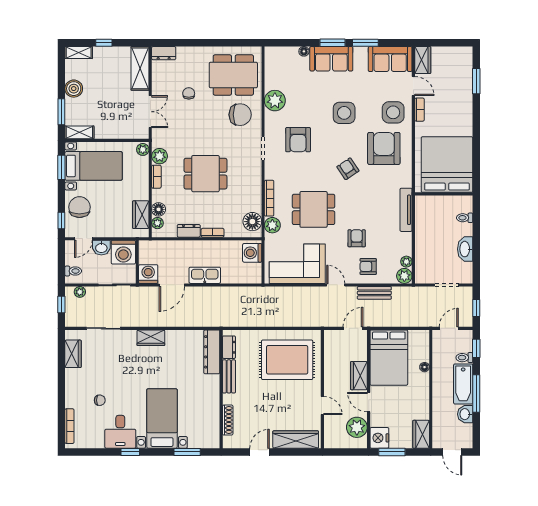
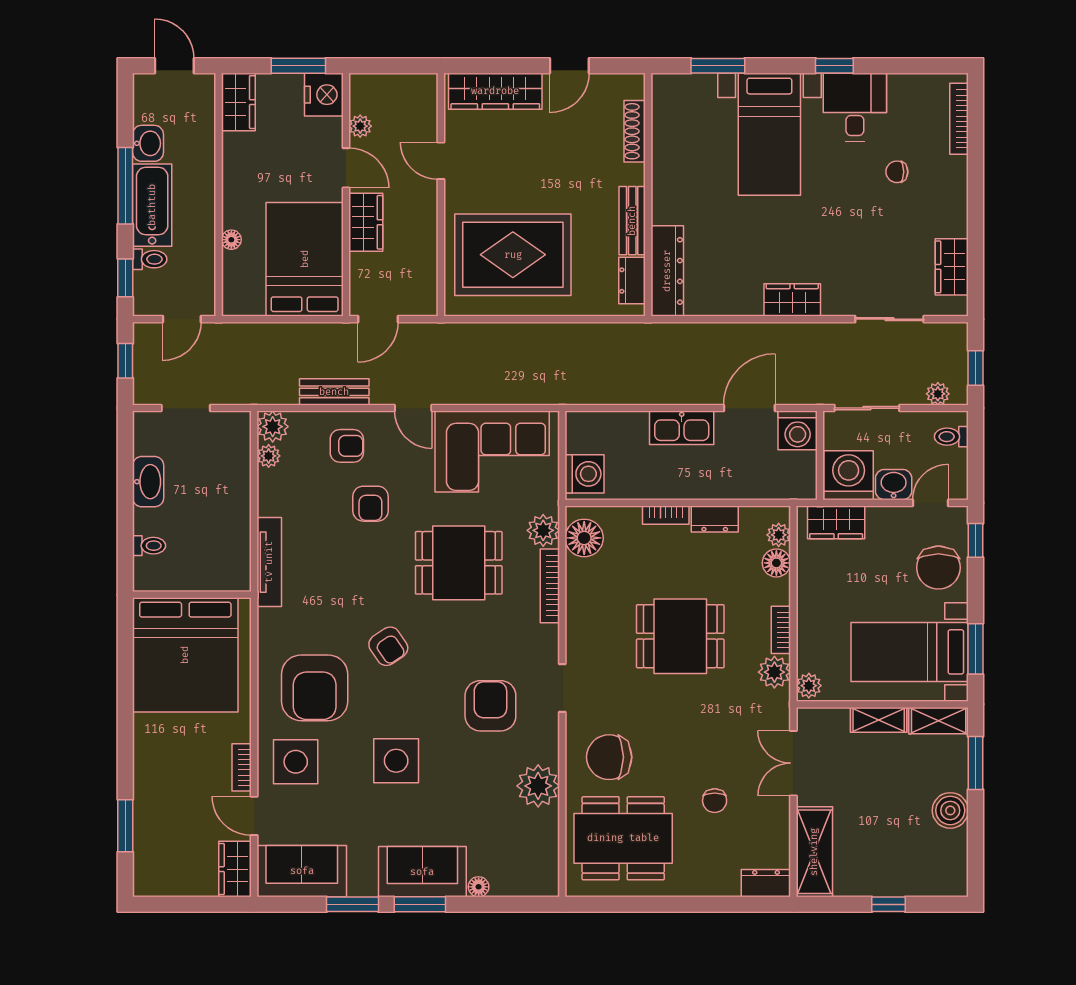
shelving: (79, 53) -> (879, 720), moved
wardrobe: (141, 215) -> (836, 522), moved, turned 90
plant: (357, 427) -> (360, 126), width x0.53, depth x0.53

